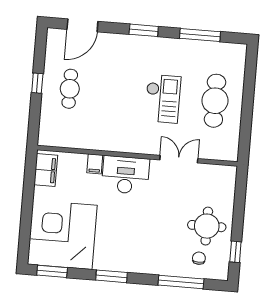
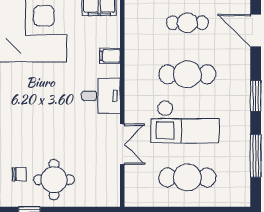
cafe table: (118, 93) -> (187, 74), added
checkout: (163, 99) -> (185, 122), width x1.36, depth x1.21
desk: (126, 175) -> (101, 96), width x0.73

